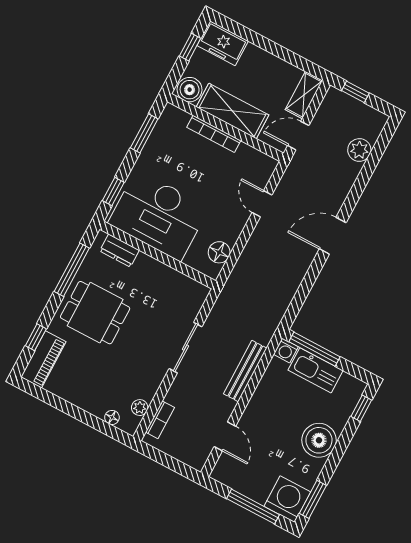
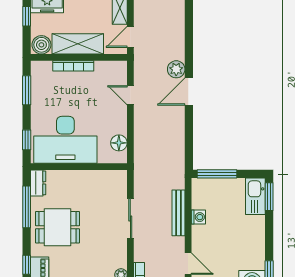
plant: (359, 150) -> (176, 69), moved
dresser: (119, 251) -> (38, 183), moved, turned -90
washing machine: (286, 351) -> (198, 217), moved, turned -90
kitchen sink: (316, 370) -> (255, 196), moved, turned 90
window: (361, 408) -> (269, 197), width x1.50
boiler: (319, 440) -> (252, 233), removed

